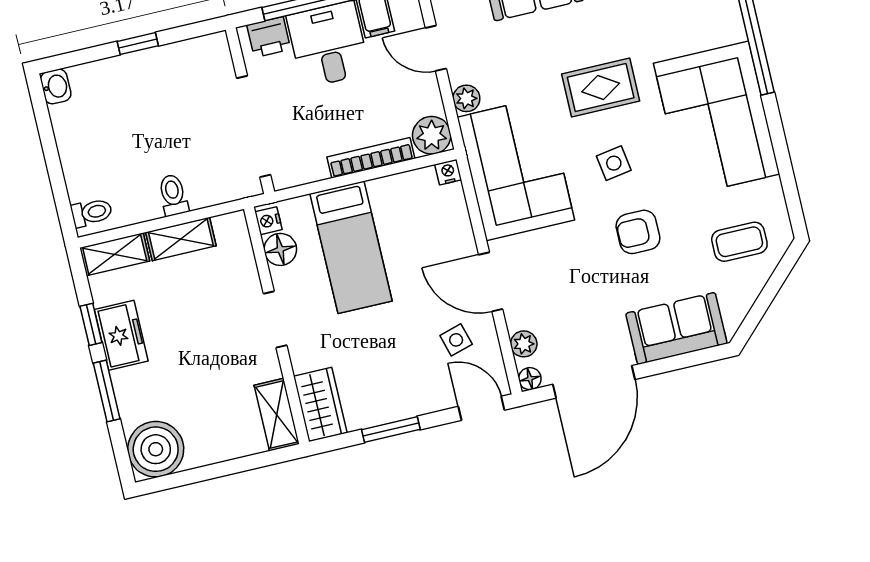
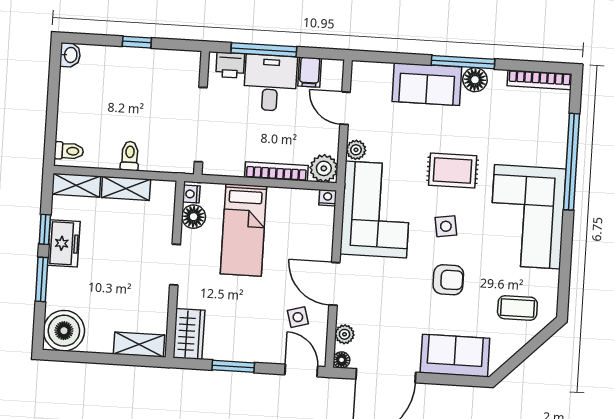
armchair: (638, 232) -> (448, 280), turned 180
shelving: (277, 415) -> (139, 345), moved, turned 90

